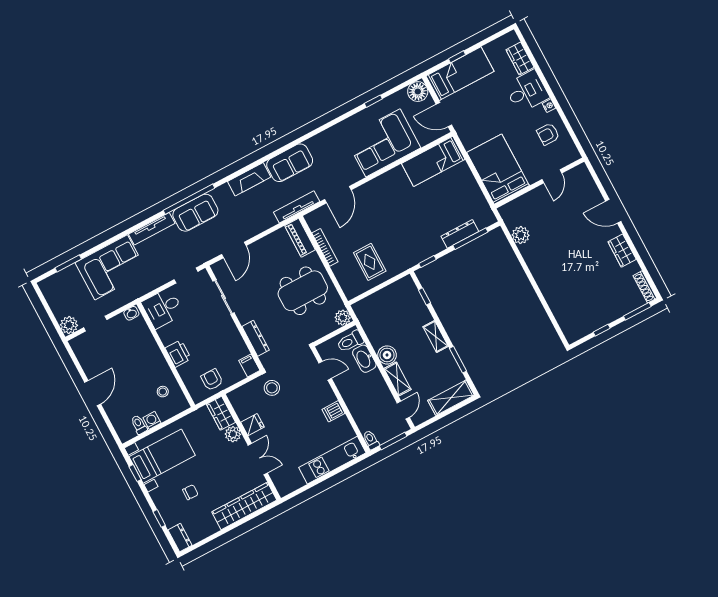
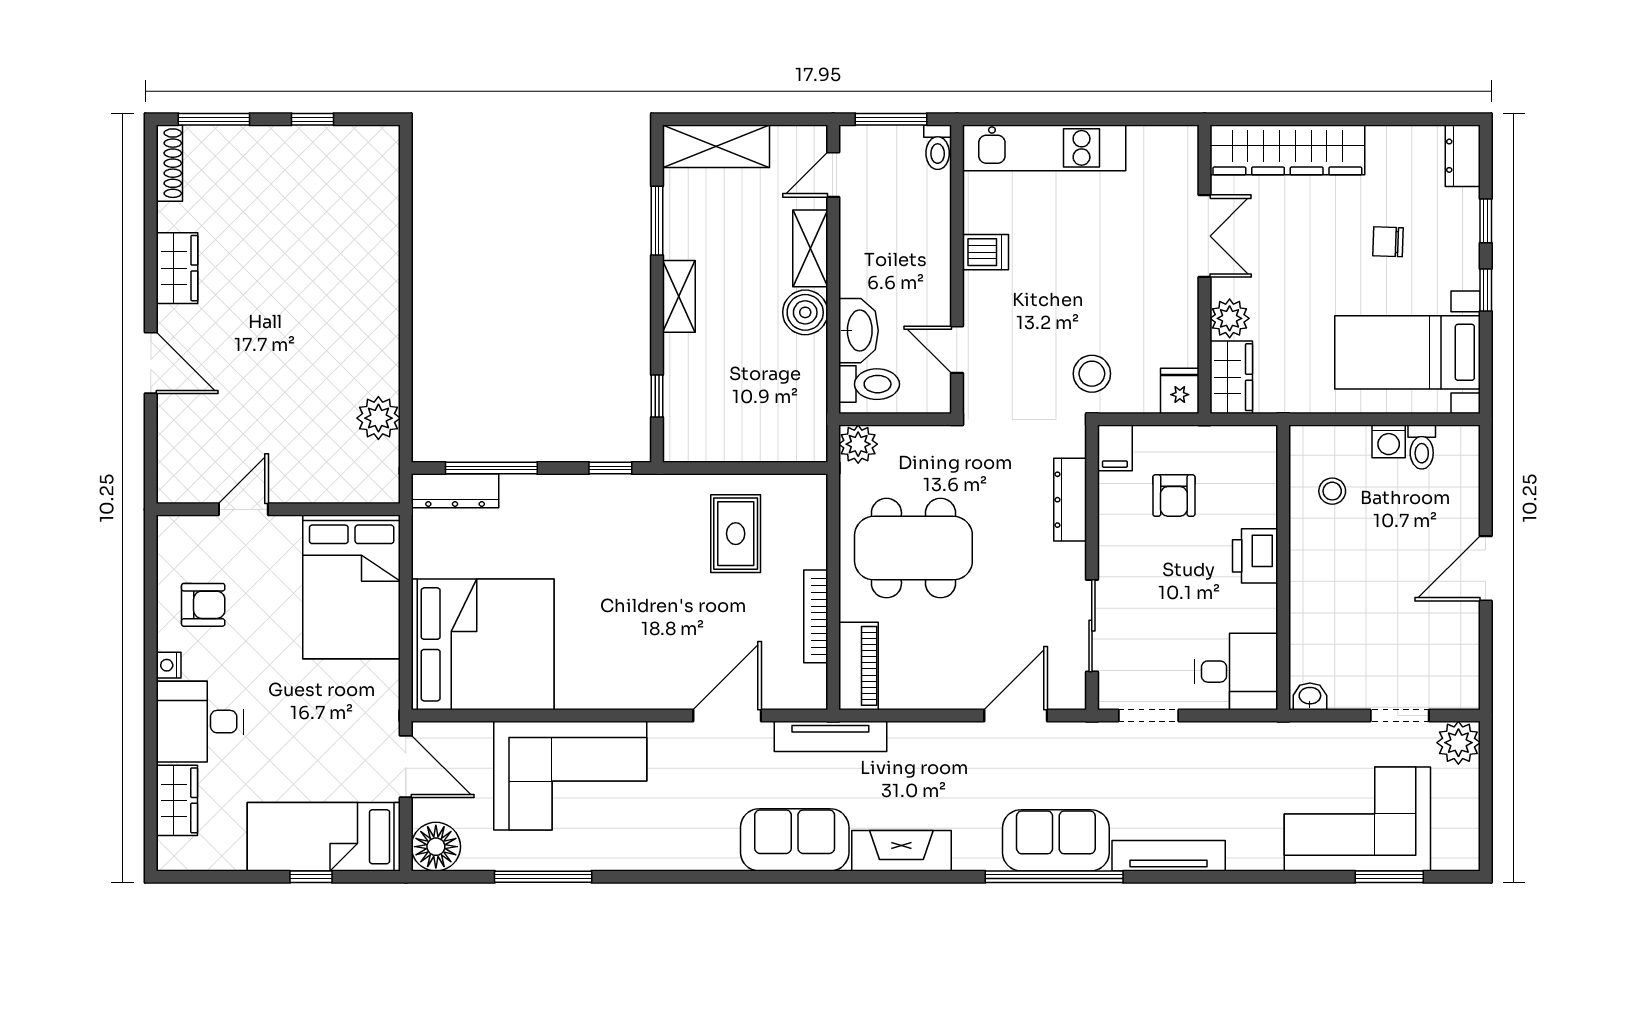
window: (373, 101) -> (543, 877), width x2.17
bed: (433, 161) -> (483, 644), width x2.04
dresser: (460, 234) -> (455, 491), moved
corner sofa: (111, 267) -> (1357, 819), moved
armchair: (212, 380) -> (1174, 496), moved
fridge: (253, 425) -> (1180, 391), moved, turned 90
double door: (258, 459) -> (1204, 236), swing flipped
window: (135, 473) -> (1486, 290), moved

